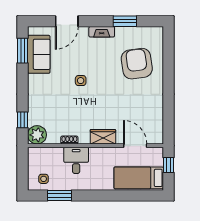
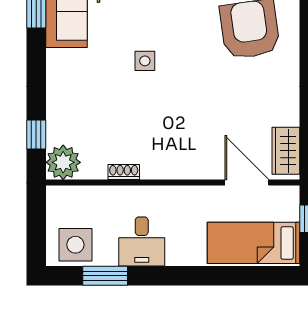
wardrobe: (103, 137) -> (286, 151), moved, turned -90
desk: (76, 160) -> (142, 241), moved, turned 180
side table: (44, 179) -> (75, 245), width x1.87, depth x1.87

